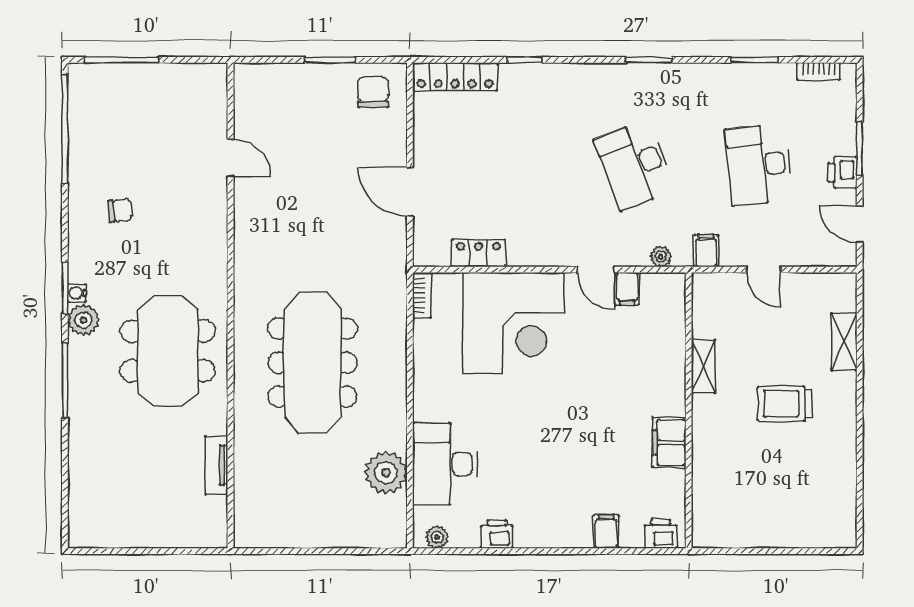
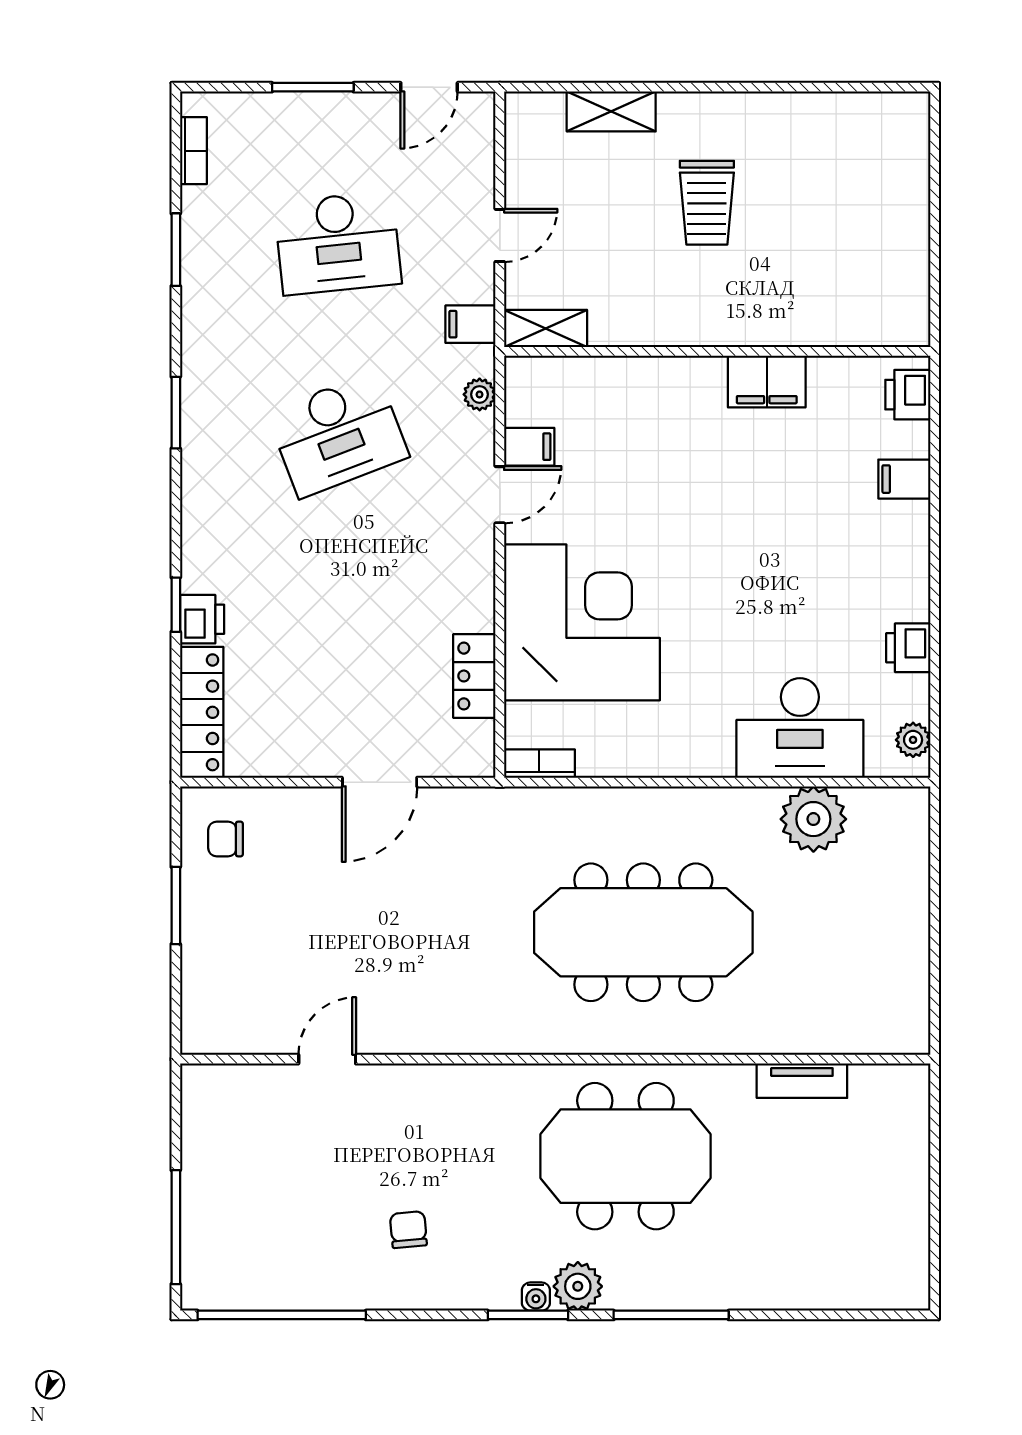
chair: (373, 92) -> (225, 839), width x0.73, depth x0.73
printer: (843, 173) -> (202, 619), moved, turned -90
shelving: (703, 366) -> (546, 329), moved

